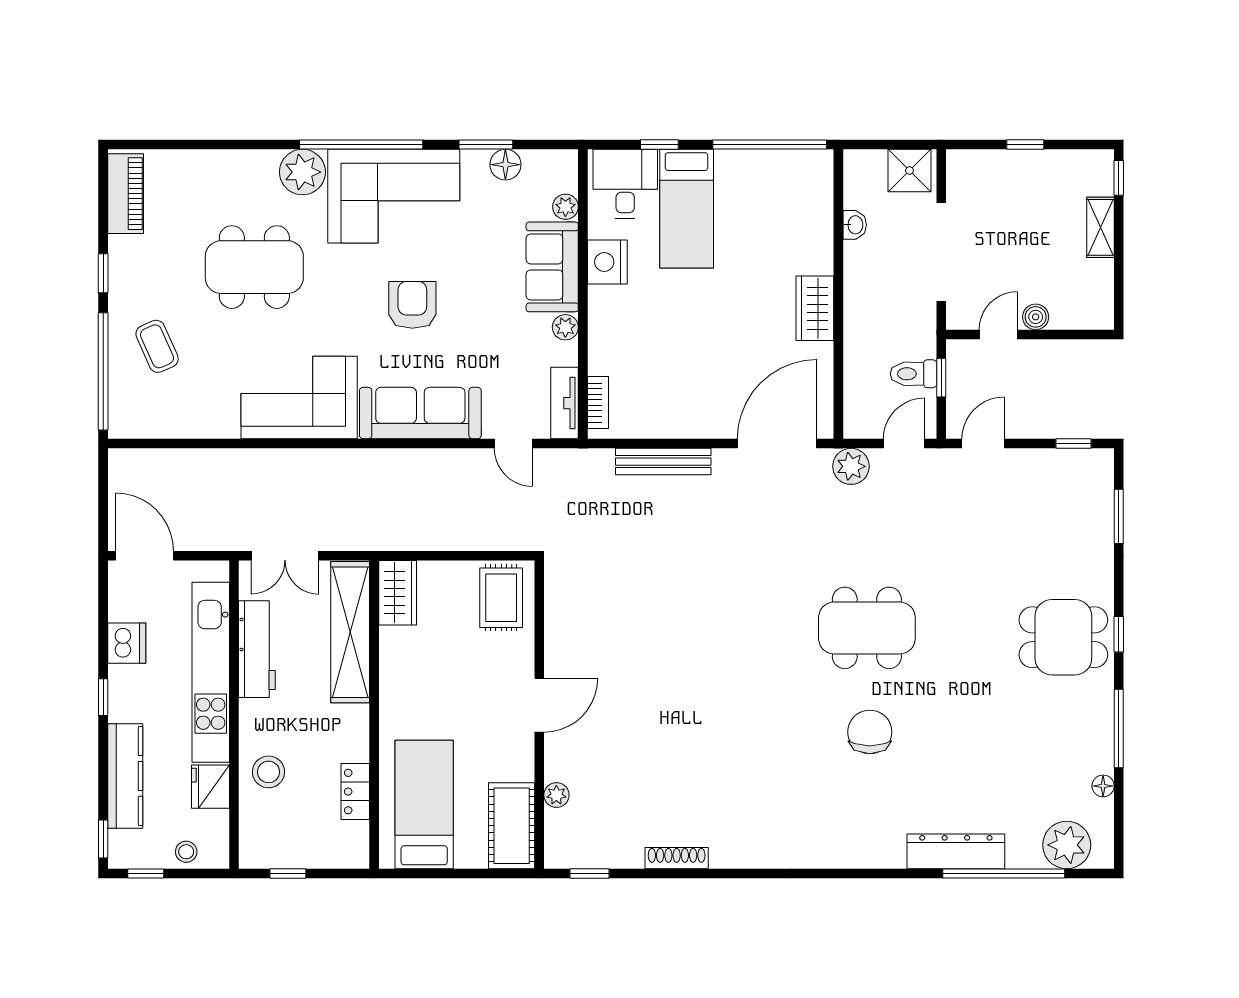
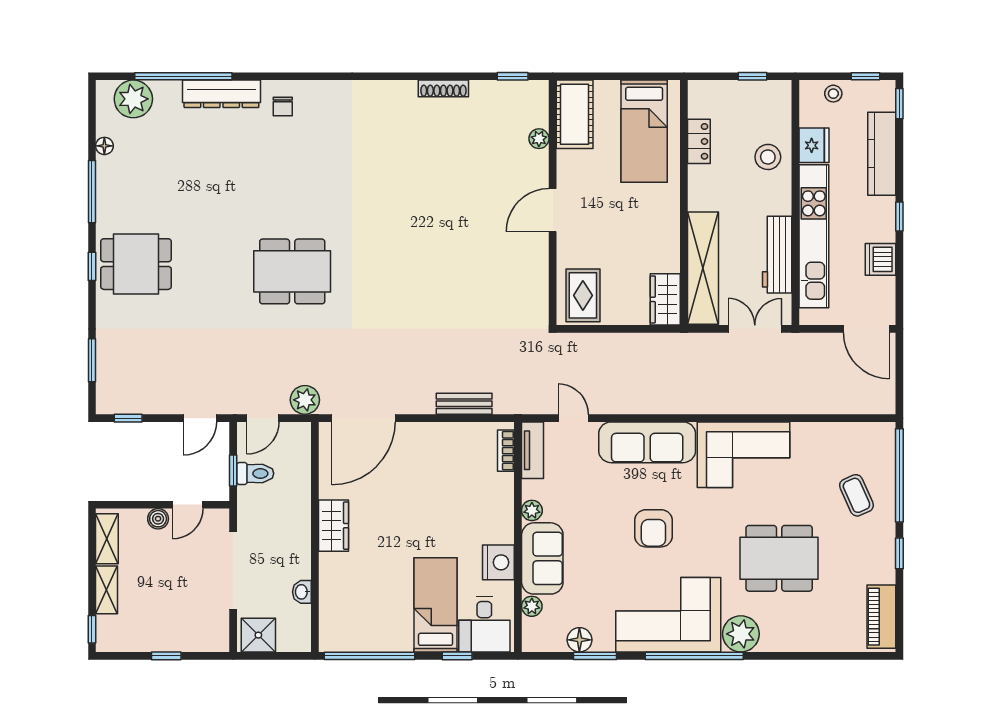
shelving: (1100, 292) -> (107, 539), added
bench: (663, 462) -> (464, 404), width x0.73
chair: (870, 732) -> (283, 107), moved, width x0.54, depth x0.54

